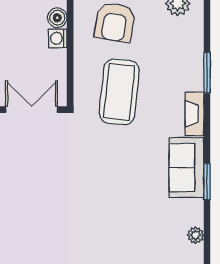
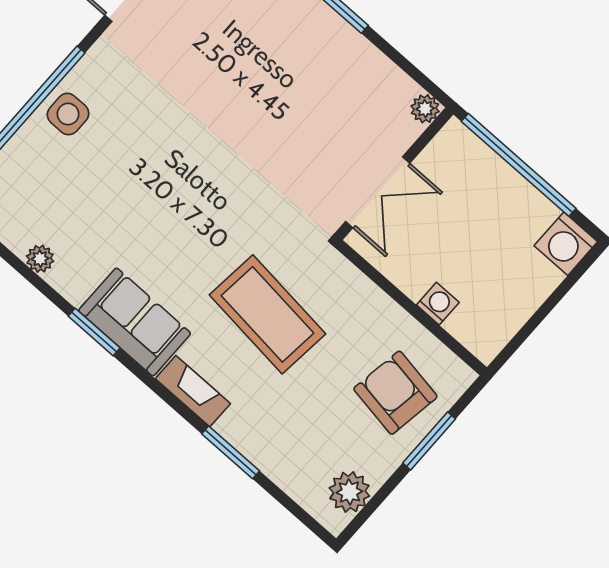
boiler: (57, 18) -> (464, 326), removed
coffee table: (119, 92) -> (267, 314), moved

